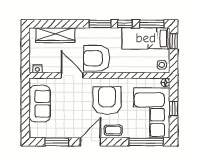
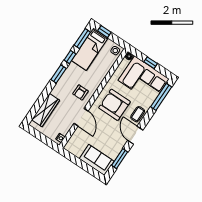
armchair: (97, 58) -> (80, 92), width x0.53, depth x0.53
door: (72, 75) -> (81, 117), swing flipped
sofa: (40, 104) -> (97, 160), moved

